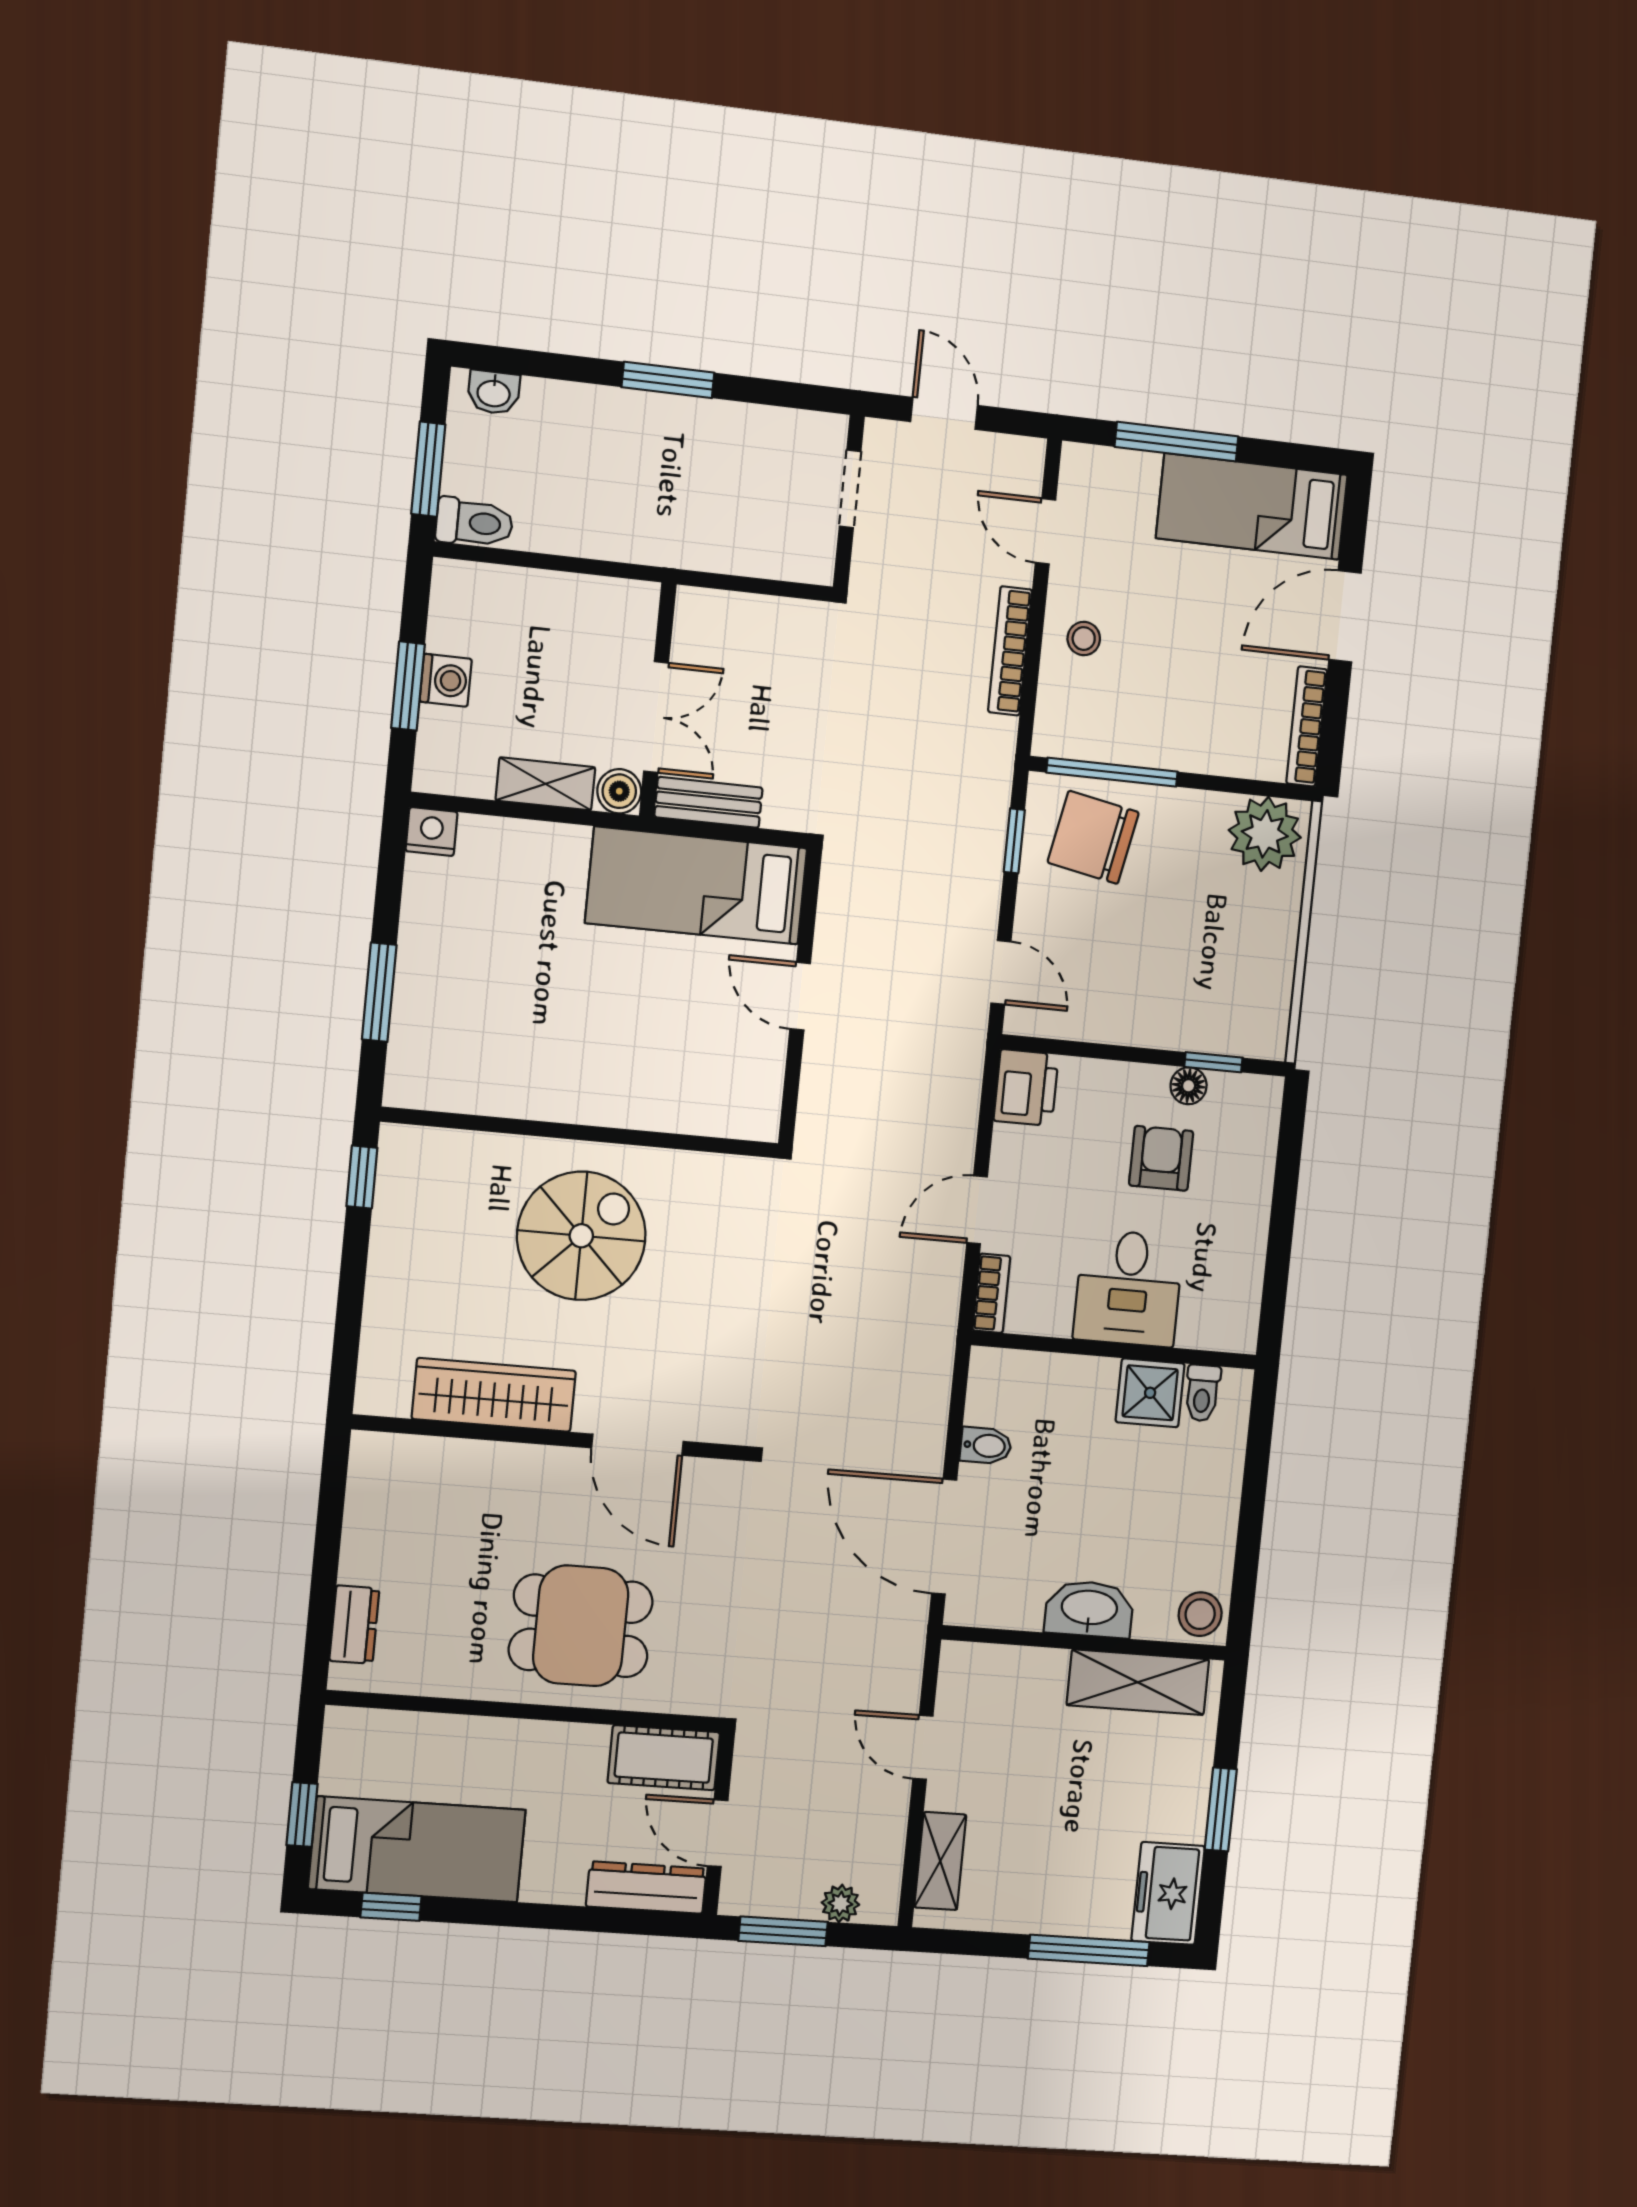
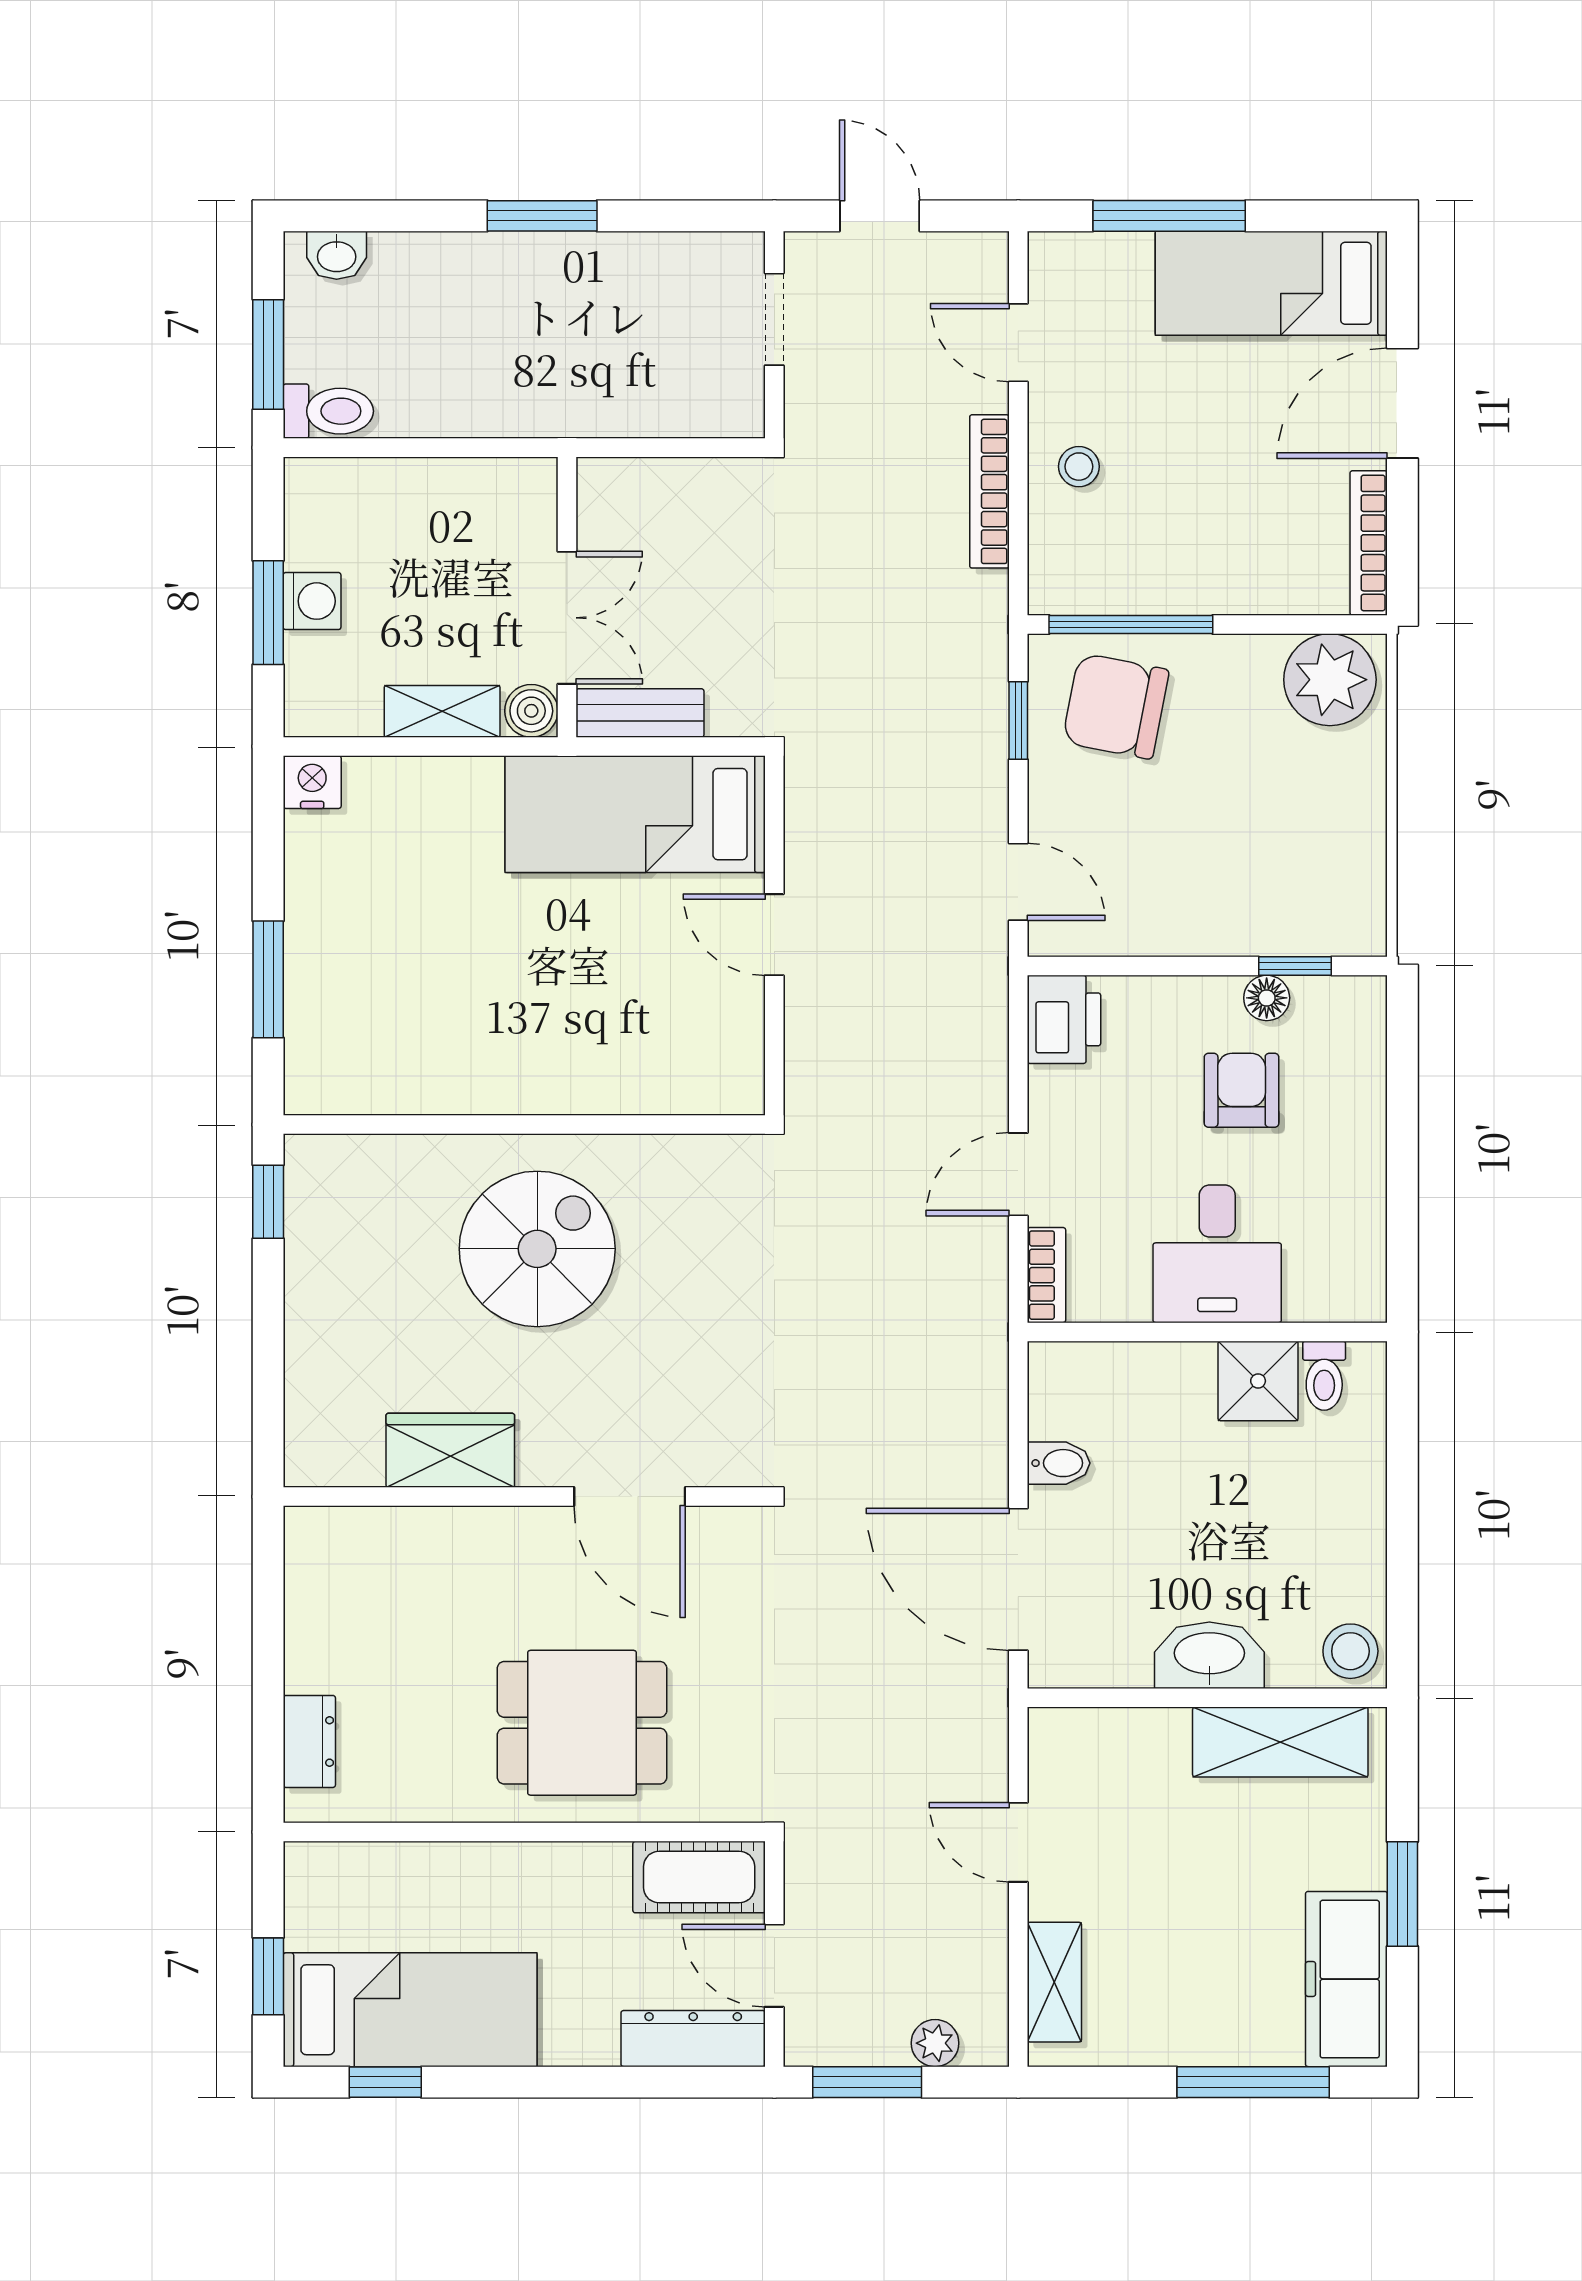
wardrobe: (494, 1395) -> (450, 1450), width x0.67
freezer: (1168, 1893) -> (1346, 1979), width x1.40

